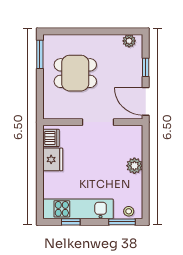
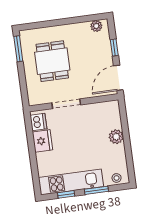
dining table: (75, 73) -> (52, 61), turned 90
door: (146, 101) -> (118, 78), hinge flipped
doorway: (98, 122) -> (66, 104), moved
window: (122, 222) -> (96, 190), moved

